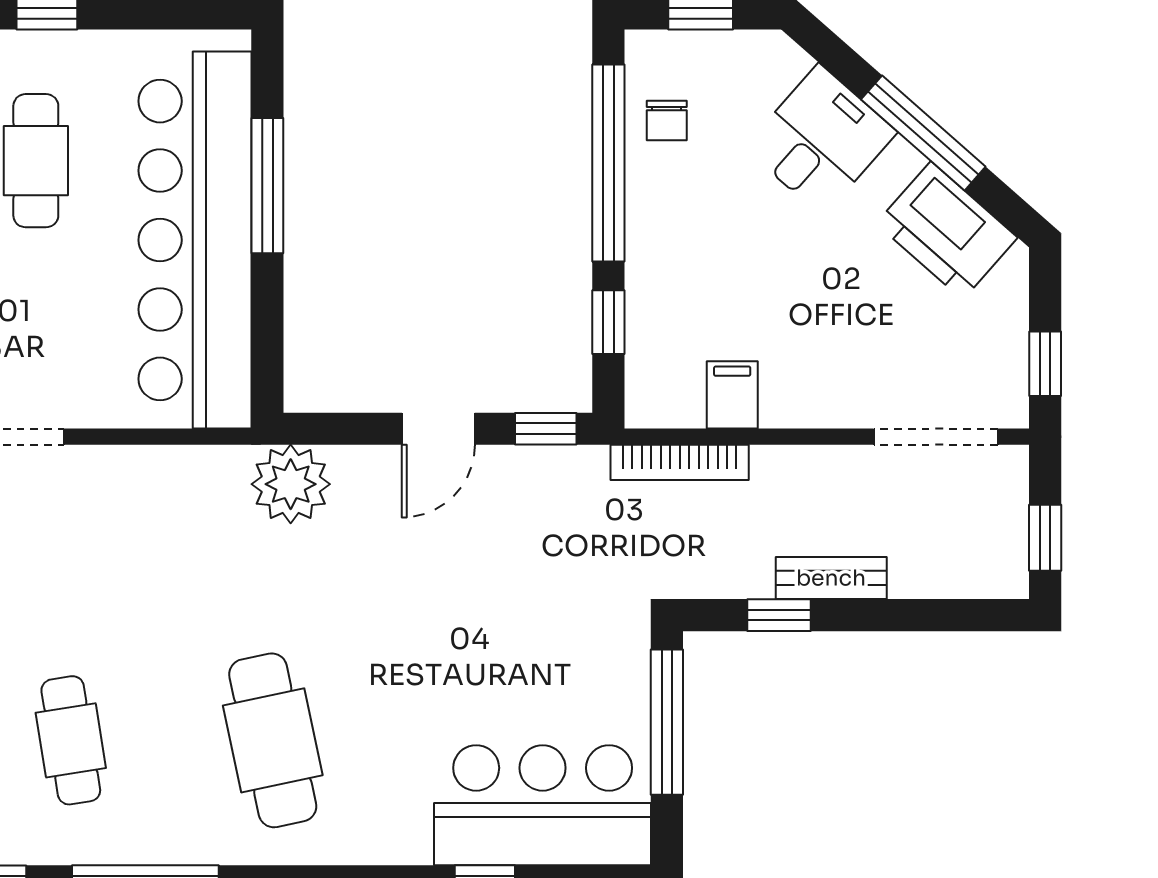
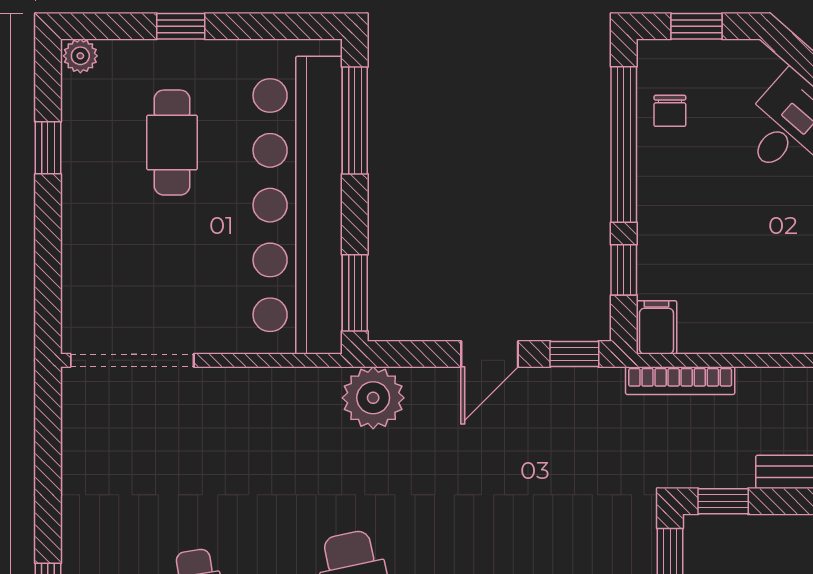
window: (267, 186) -> (355, 120), moved
window: (267, 351) -> (355, 293), added
filing cabinet: (732, 395) -> (656, 327), moved
window: (779, 615) -> (723, 501), moved

